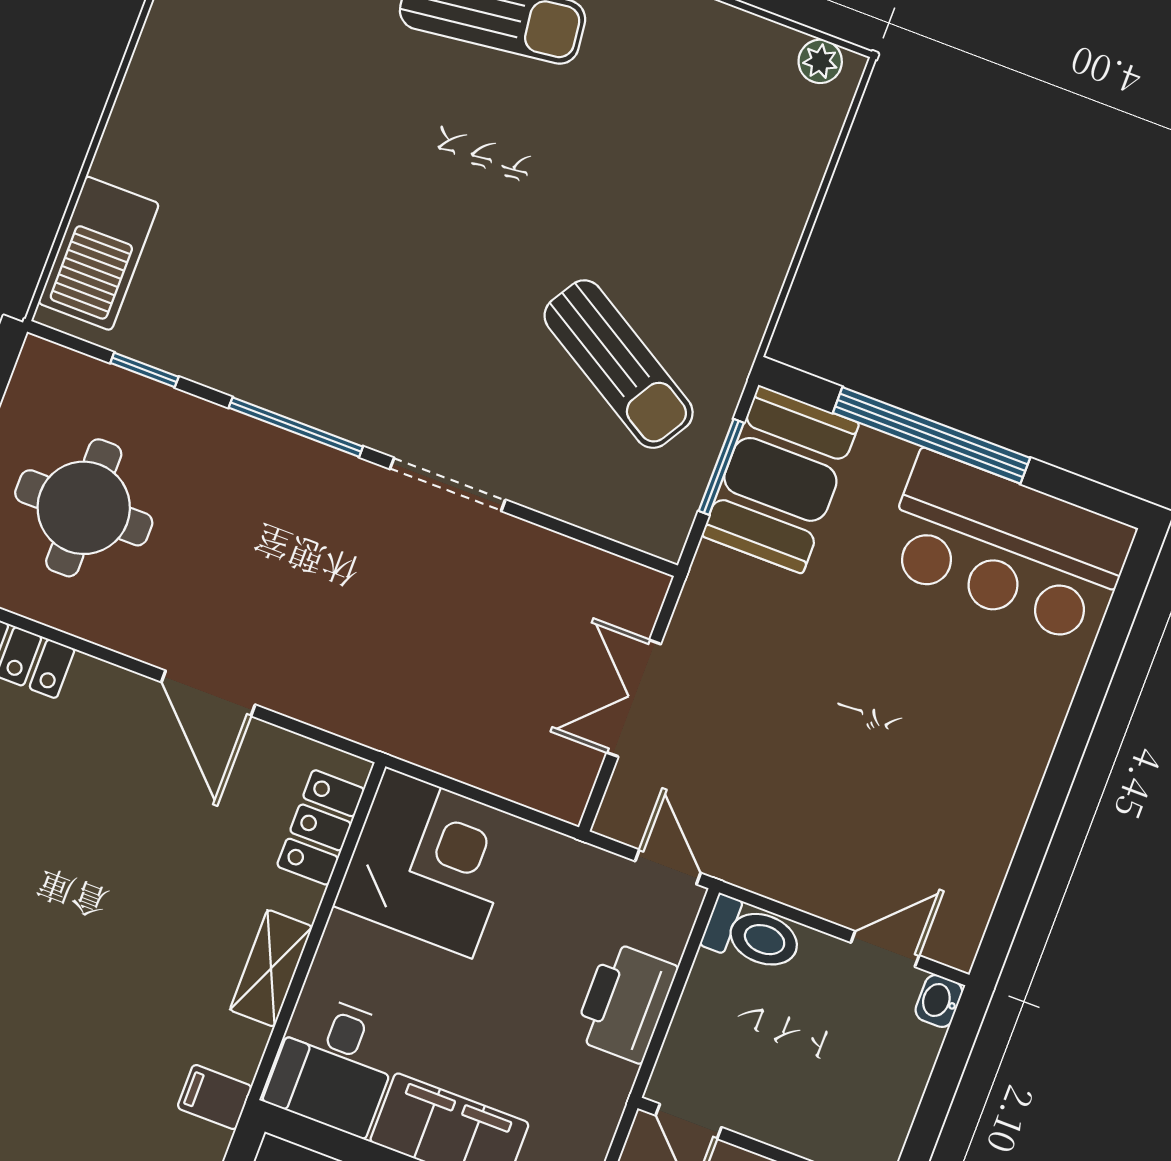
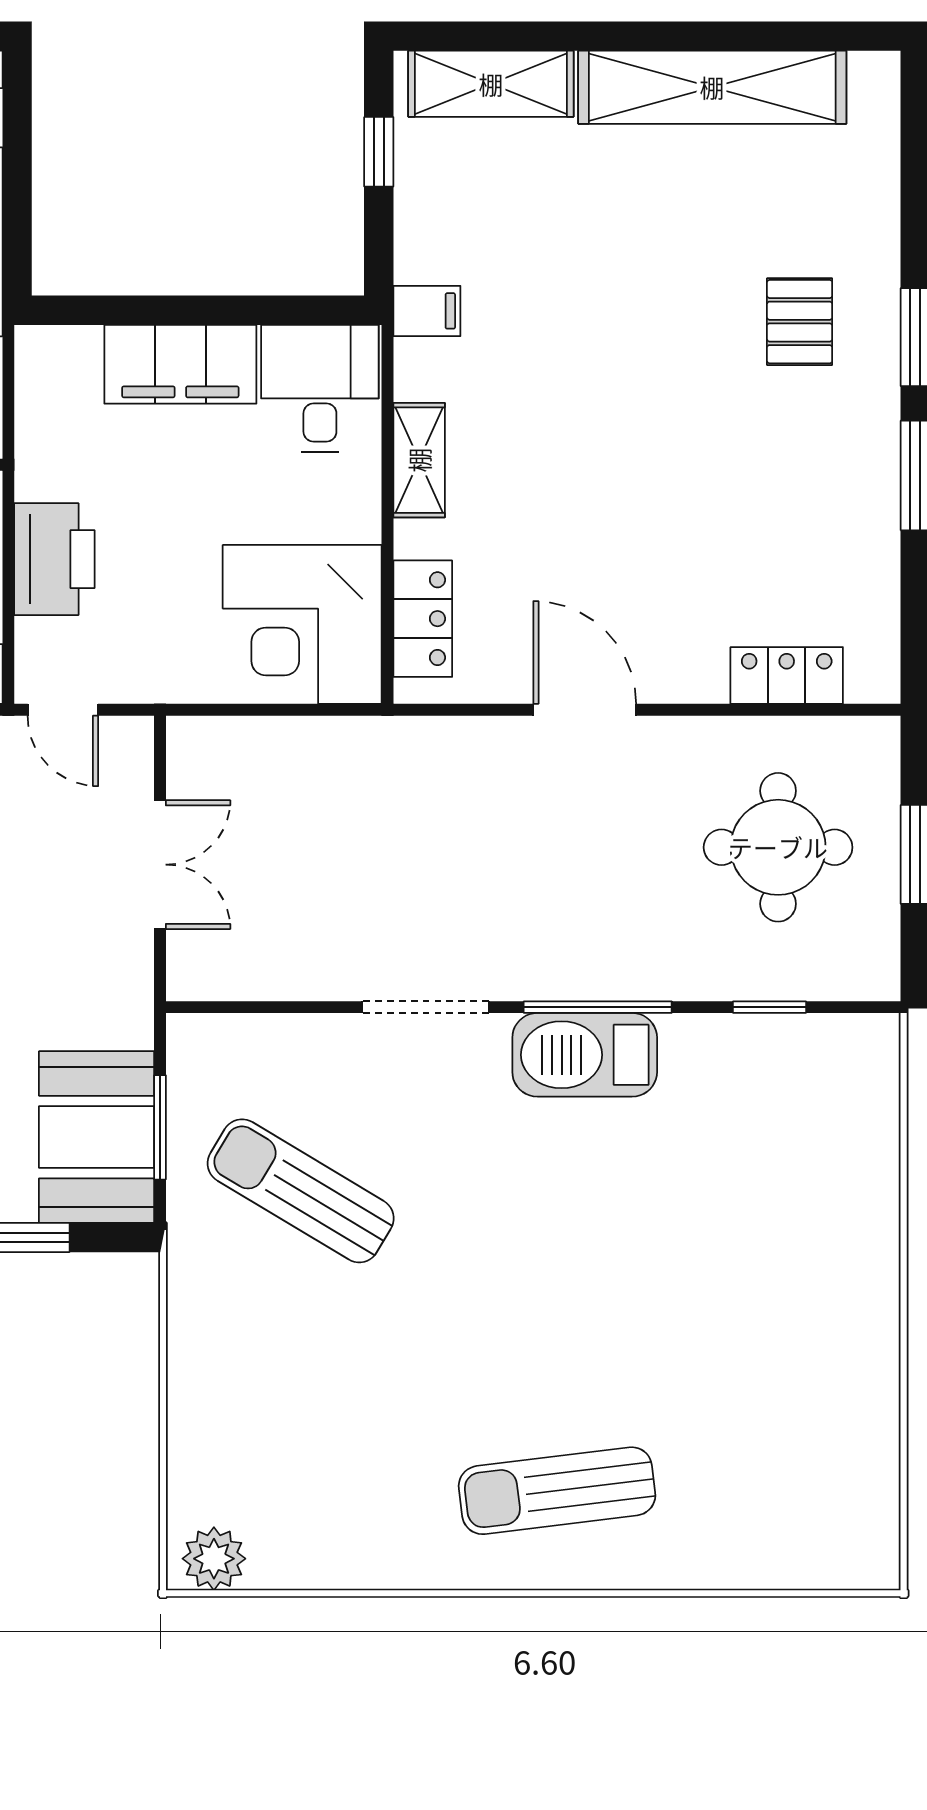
plant: (820, 61) -> (214, 1559), width x1.38, depth x1.38
barbecue: (99, 253) -> (585, 1055), moved, turned -90

